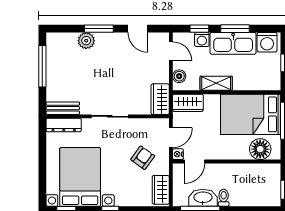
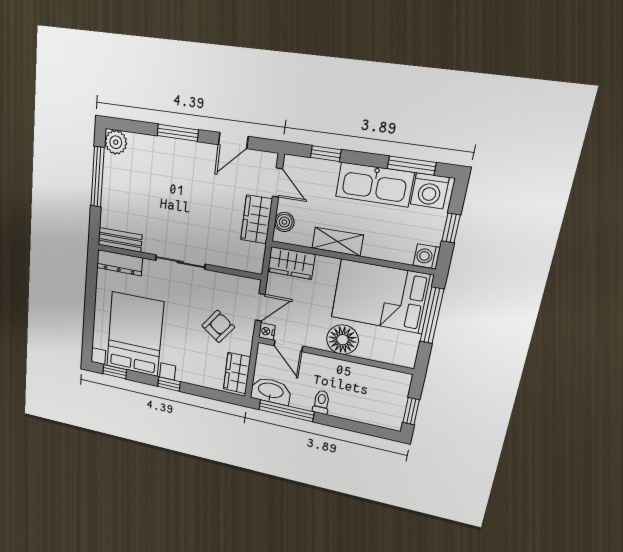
door: (138, 29) -> (233, 141), hinge flipped
window: (235, 29) -> (412, 166), moved
washing machine: (202, 39) -> (427, 256), moved, turned 90
plant: (86, 41) -> (116, 142), moved
wardrobe: (160, 99) -> (256, 219), moved
floor lamp: (260, 149) -> (343, 340), moved
door: (194, 162) -> (288, 346), hinge flipped
washbasin: (203, 198) -> (271, 391), moved

